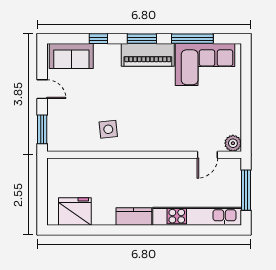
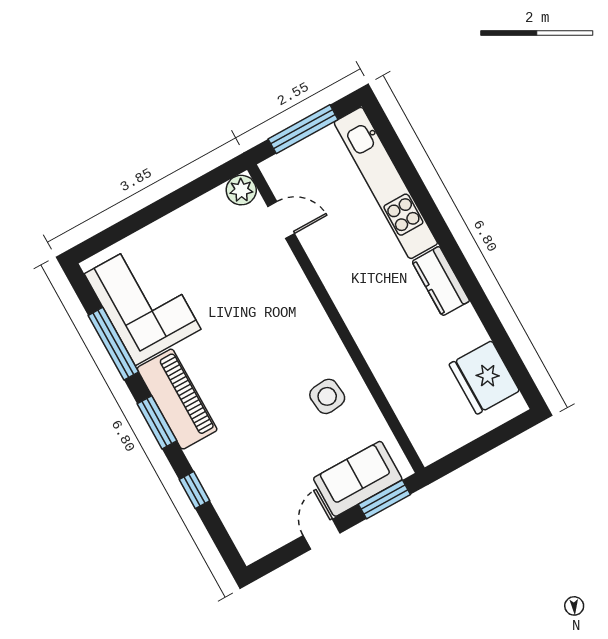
sofa: (71, 56) -> (358, 479), moved, turned -90

